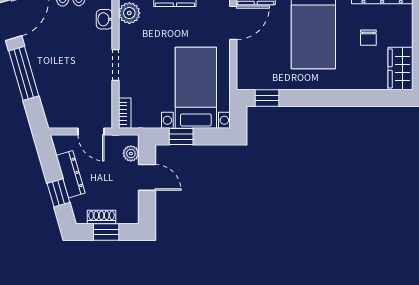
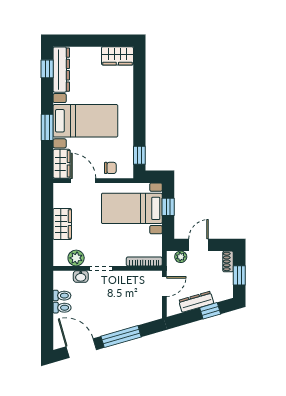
chair: (368, 38) -> (110, 168), moved
doorway: (115, 65) -> (101, 268), moved
bookcase: (125, 113) -> (144, 261), width x1.56
window: (181, 137) -> (168, 207), moved
shoe rack: (101, 217) -> (228, 261), moved

